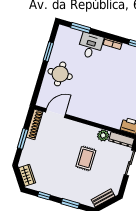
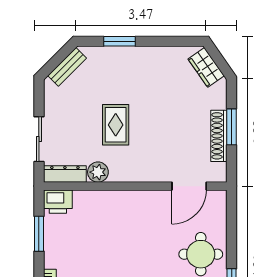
shoe rack: (34, 124) -> (219, 136), moved
window: (44, 196) -> (168, 41), removed

